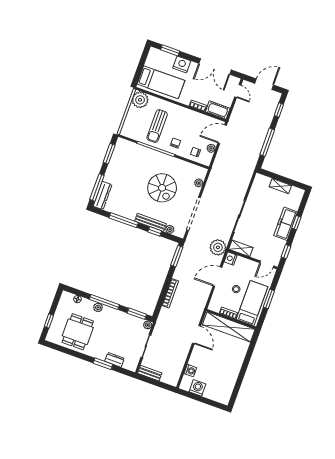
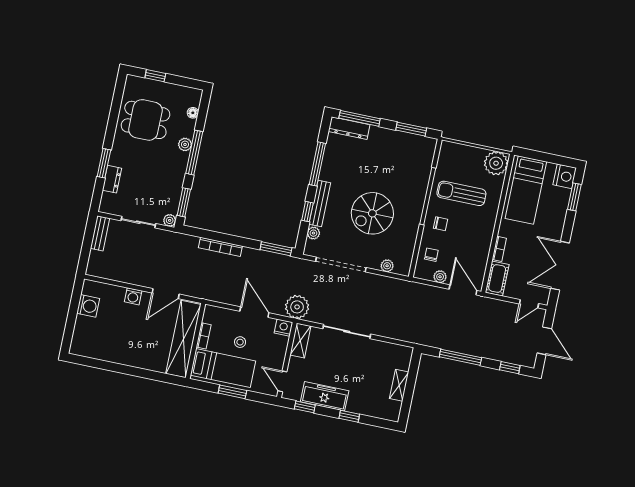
nightstand: (182, 64) -> (565, 176), moved
freezer: (286, 224) -> (325, 396), moved
washing machine: (190, 371) -> (133, 296), moved

